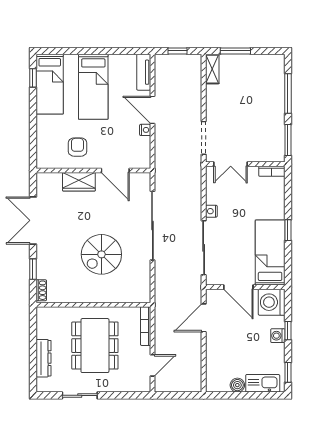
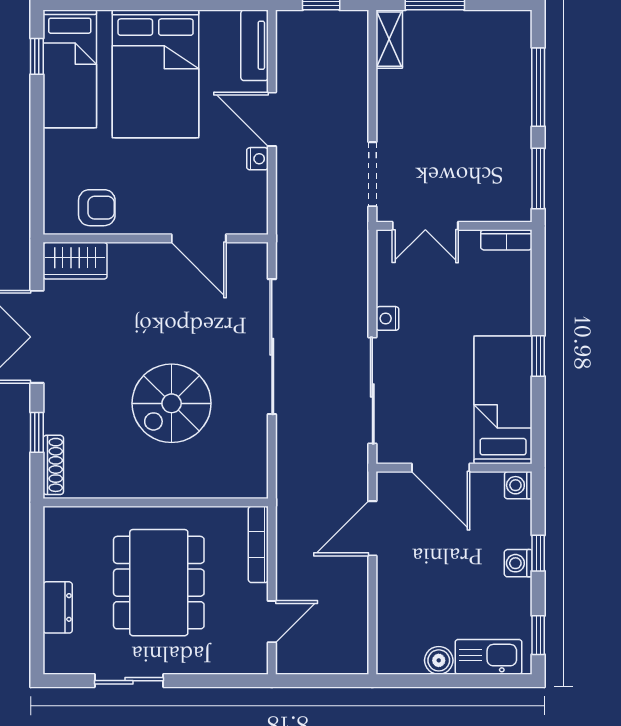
bed: (93, 87) -> (156, 74), width x1.50
armchair: (77, 147) -> (97, 208), moved, turned 90
wardrobe: (79, 182) -> (75, 261), moved
shoe rack: (41, 290) -> (53, 465), width x1.43
washing machine: (272, 302) -> (518, 485), width x0.53, depth x0.53
dresser: (44, 358) -> (58, 607), width x0.70

